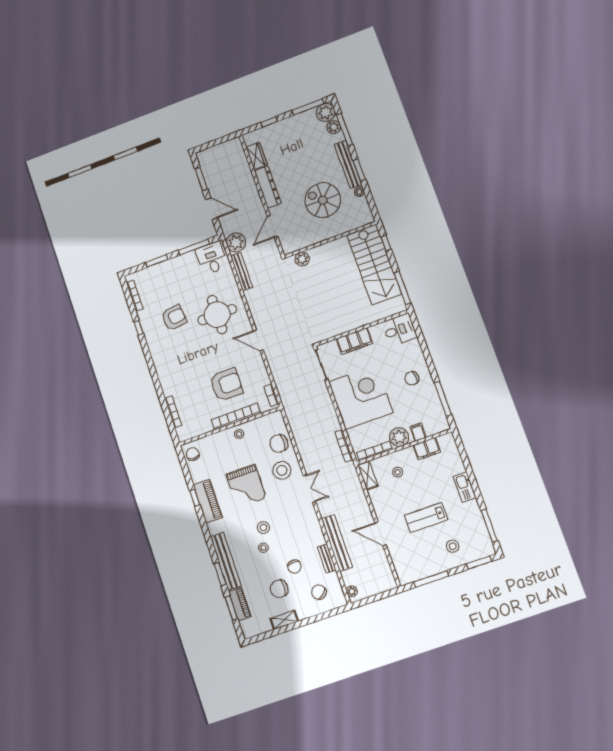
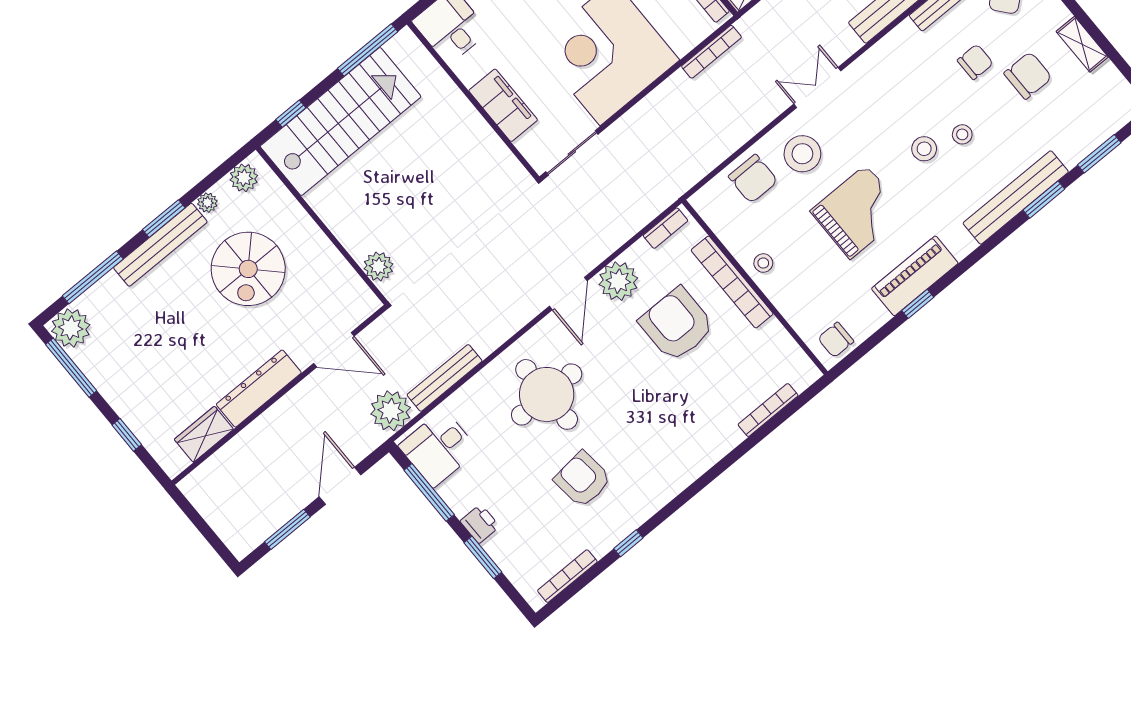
plant: (334, 127) -> (244, 178), moved
printer: (172, 265) -> (480, 524), added
plant: (255, 365) -> (618, 281), added
chair: (279, 589) -> (1028, 75), turned -90
piano: (240, 604) -> (1086, 140), removed

